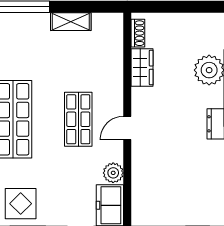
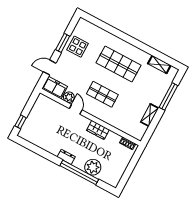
wardrobe: (142, 68) -> (98, 130), moved
door: (127, 128) -> (76, 109), moved

